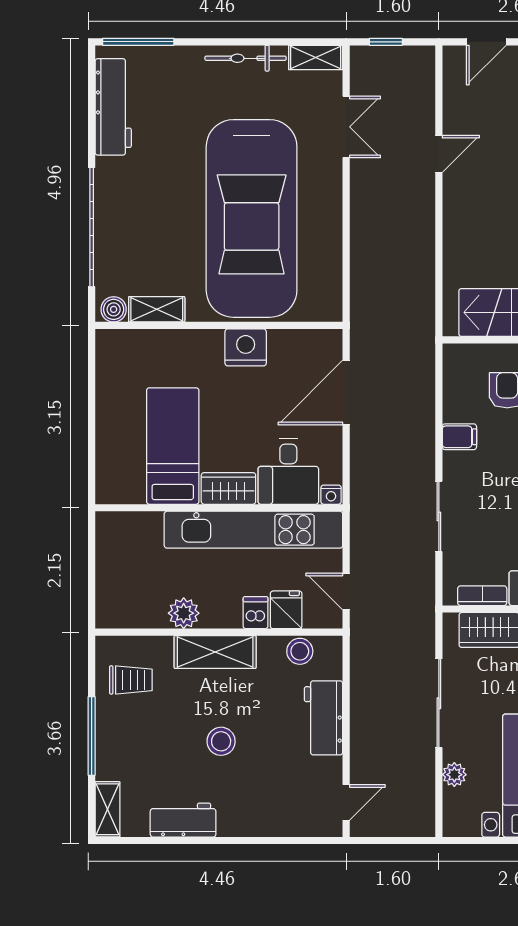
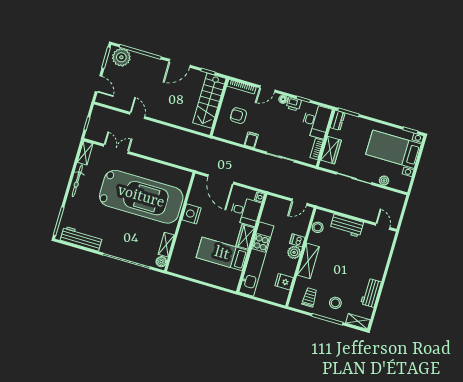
kitchen unit: (253, 530) -> (256, 259), moved
fridge: (286, 610) -> (284, 282), moved
plant: (184, 613) -> (294, 252), moved
stool: (221, 741) -> (335, 303), moved

